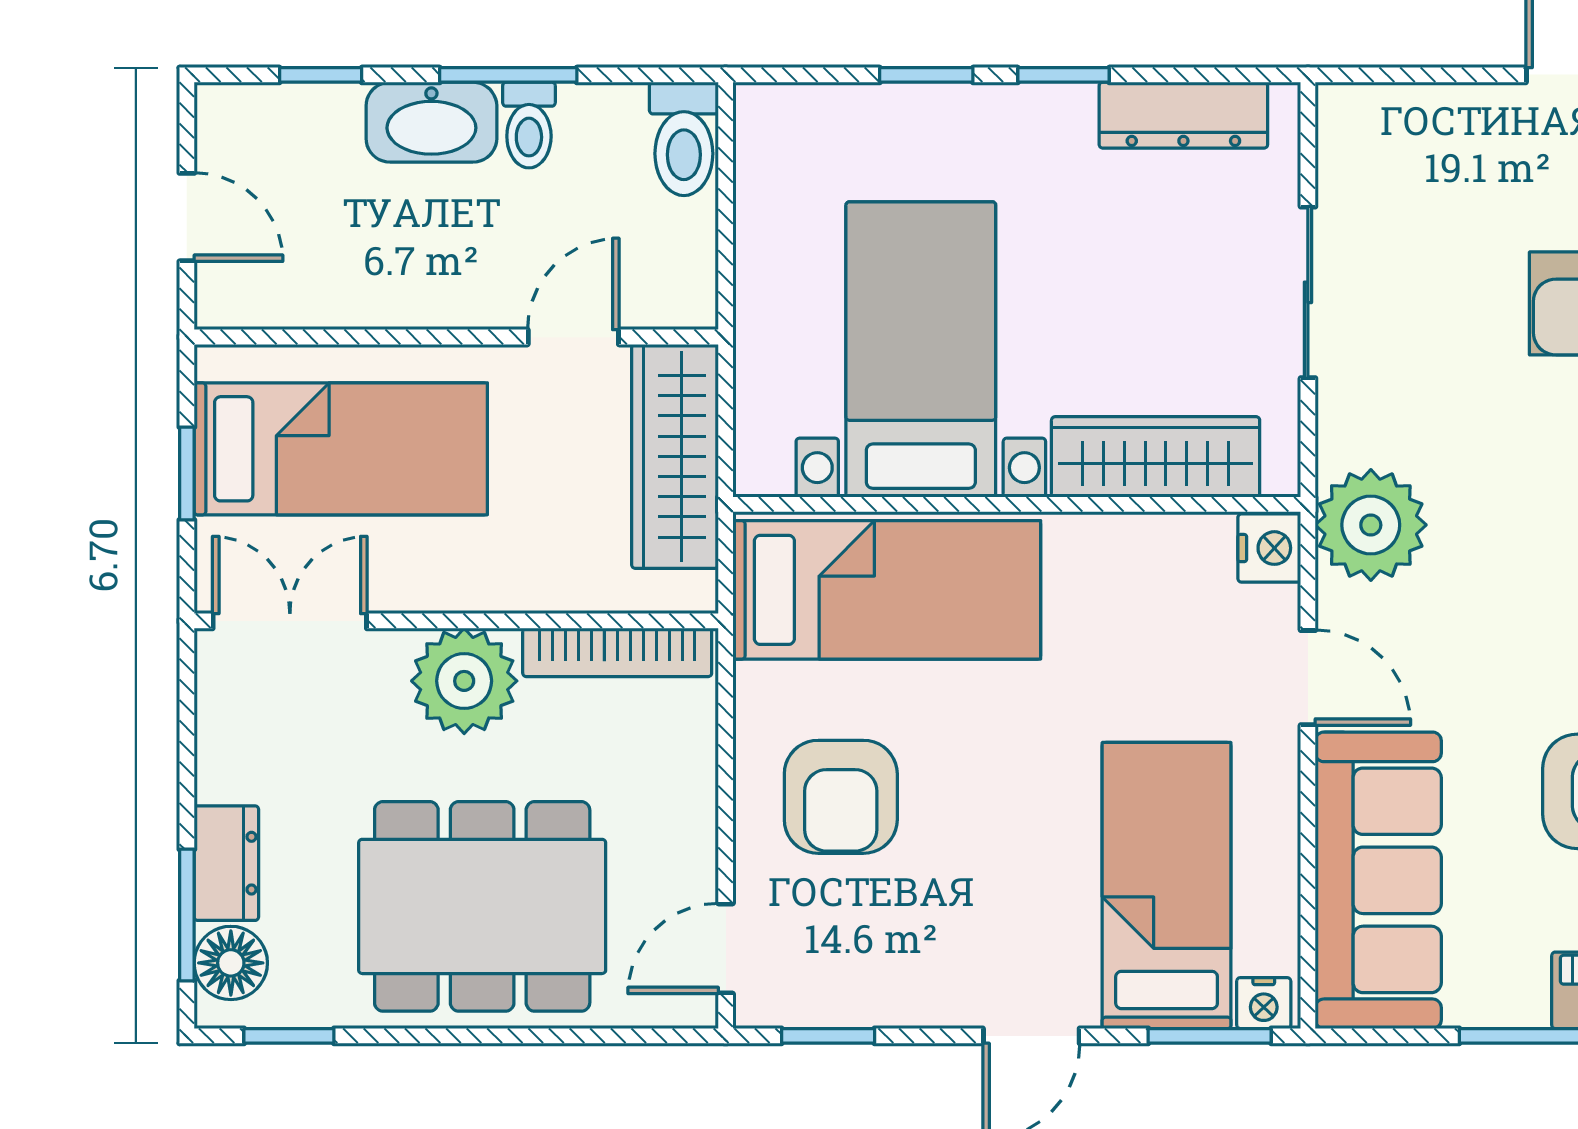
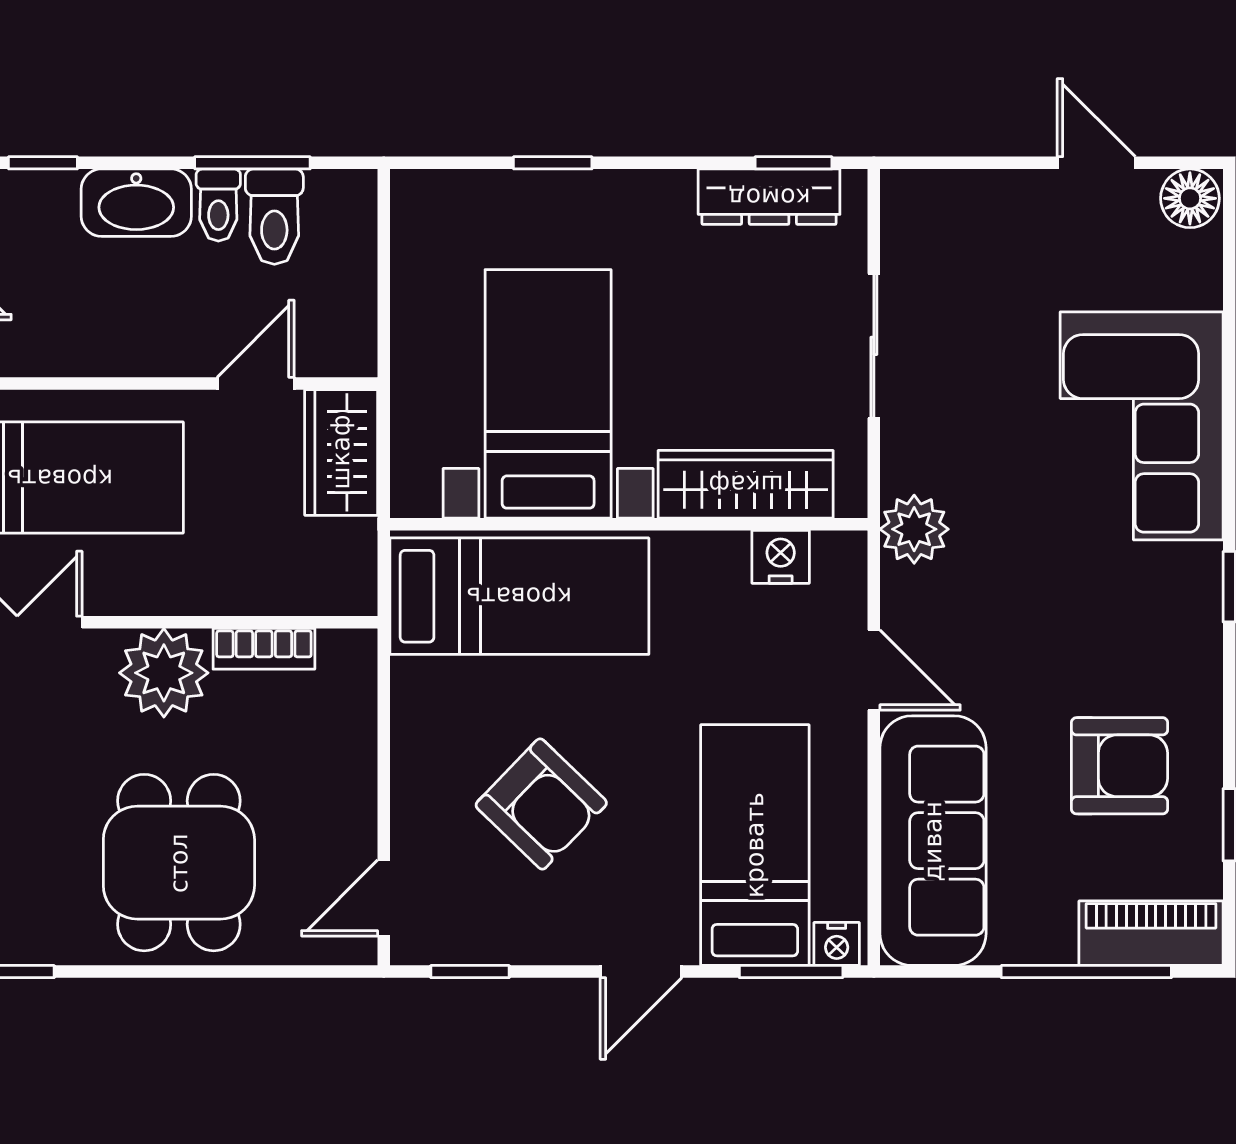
window: (508, 75) -> (252, 163), moved
window: (1063, 75) -> (794, 163), moved
toilet: (684, 139) -> (274, 217), moved
wardrobe: (675, 456) -> (341, 452), width x0.67
plant: (1371, 525) -> (914, 529), width x0.73, depth x0.73
nightstand: (1269, 548) -> (781, 557), moved, turned -90
bookcase: (617, 652) -> (264, 649), width x0.64
armchair: (841, 797) -> (541, 804), moved, turned -46
dining table: (482, 906) -> (179, 863), width x0.73

